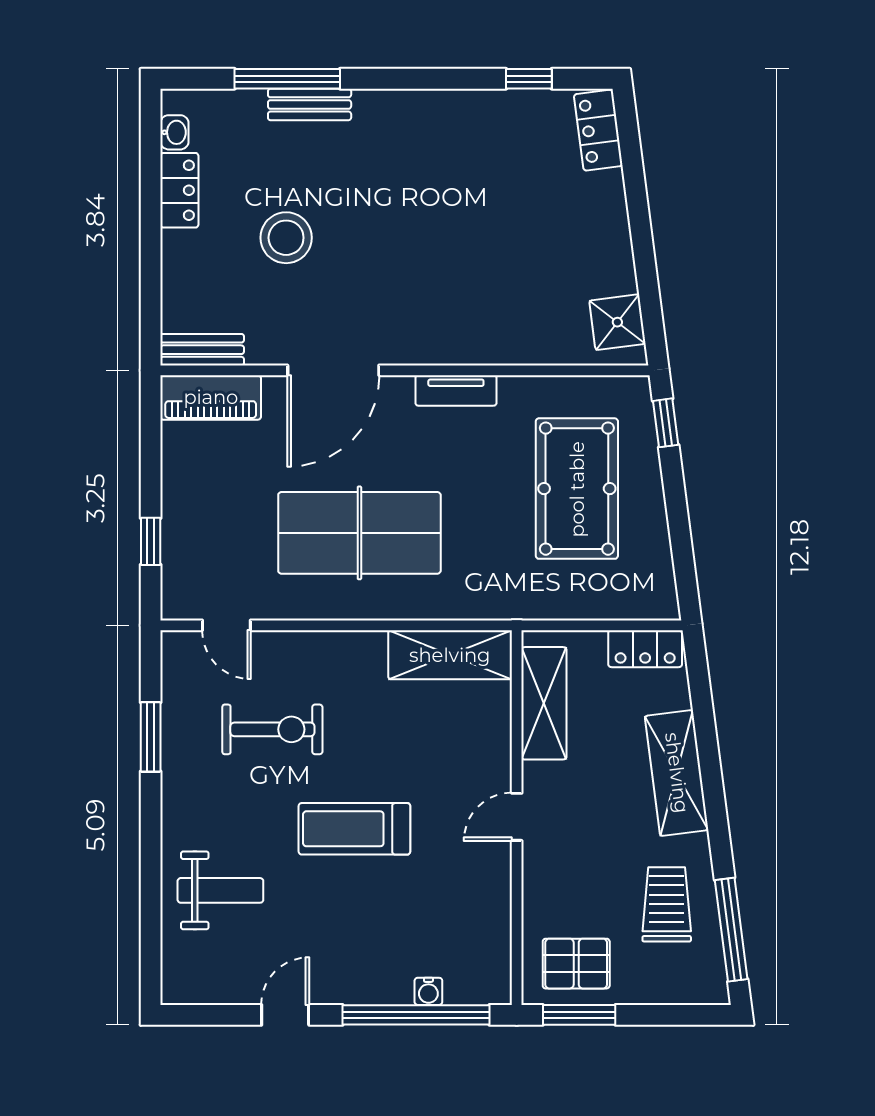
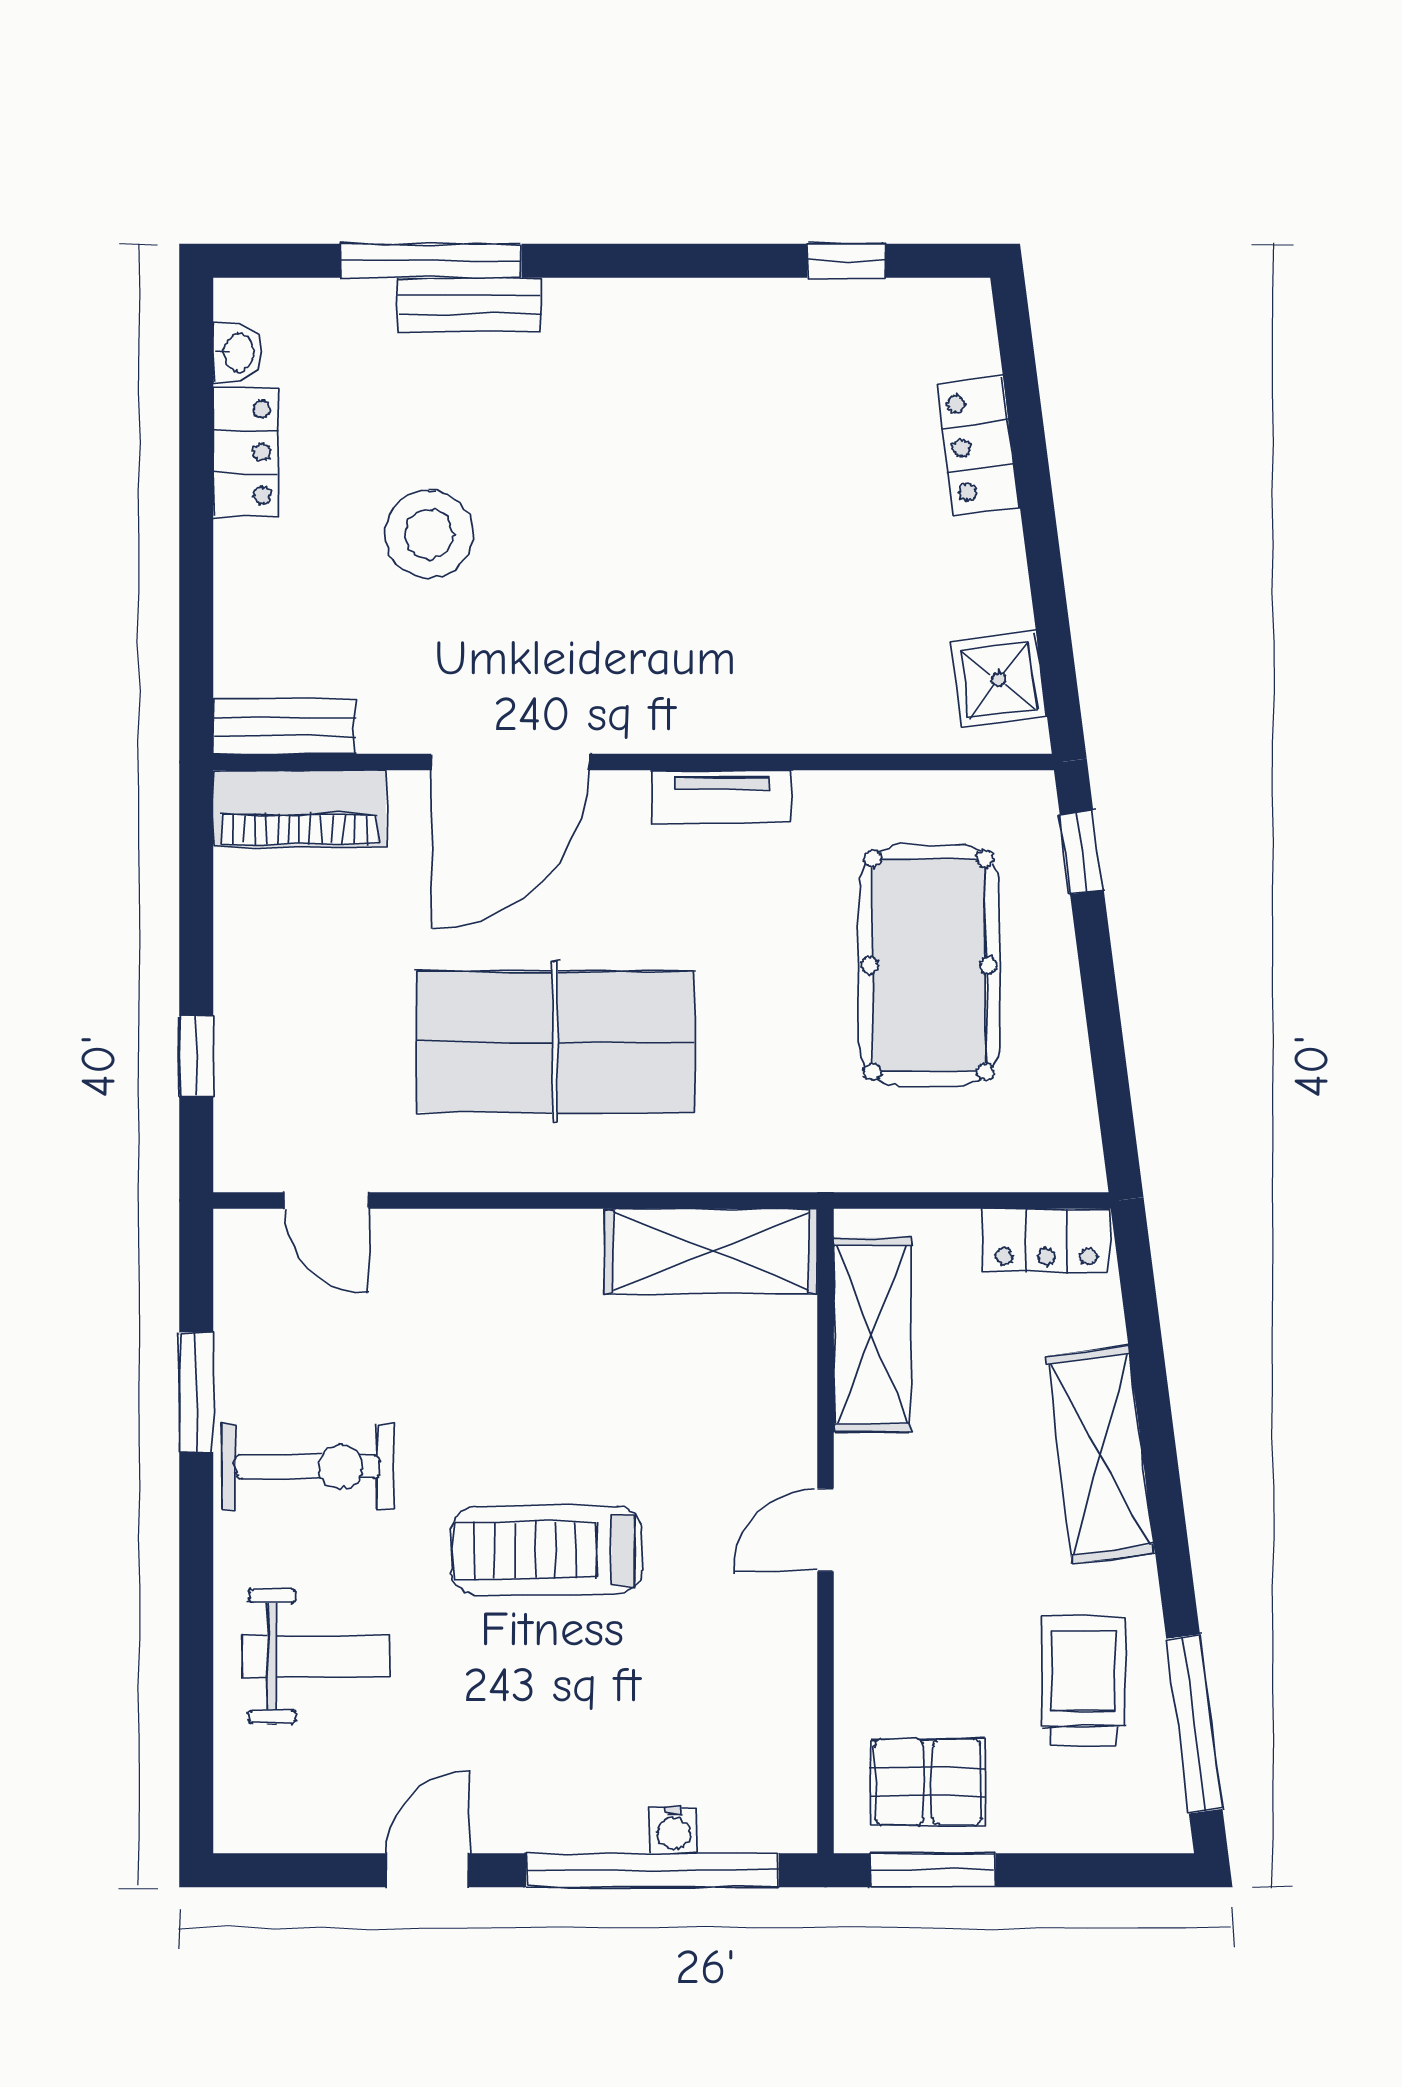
locker: (598, 130) -> (978, 446), moved
exercise bike: (272, 729) -> (308, 1467), moved

